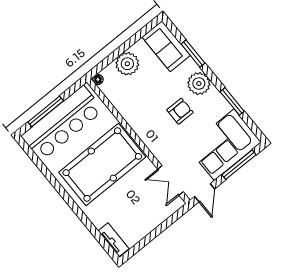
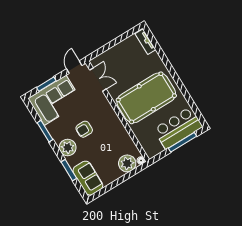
plant: (127, 64) -> (127, 163), moved
bar counter: (62, 123) -> (178, 128), width x0.73
window: (239, 165) -> (46, 84), width x0.69

